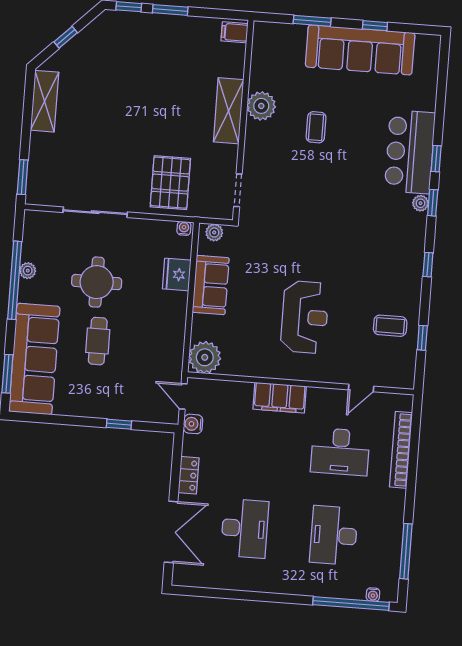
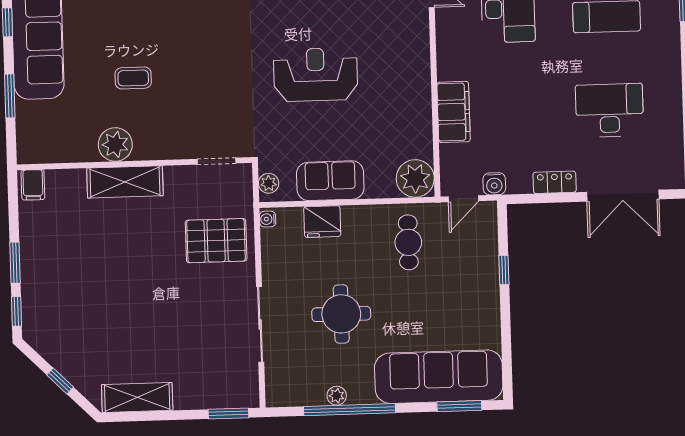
reception desk: (305, 317) -> (316, 75), moved
cafe table: (98, 341) -> (408, 242), moved, turned 90
filing cabinet: (280, 398) -> (454, 112), moved
double door: (171, 532) -> (623, 196), swing flipped

